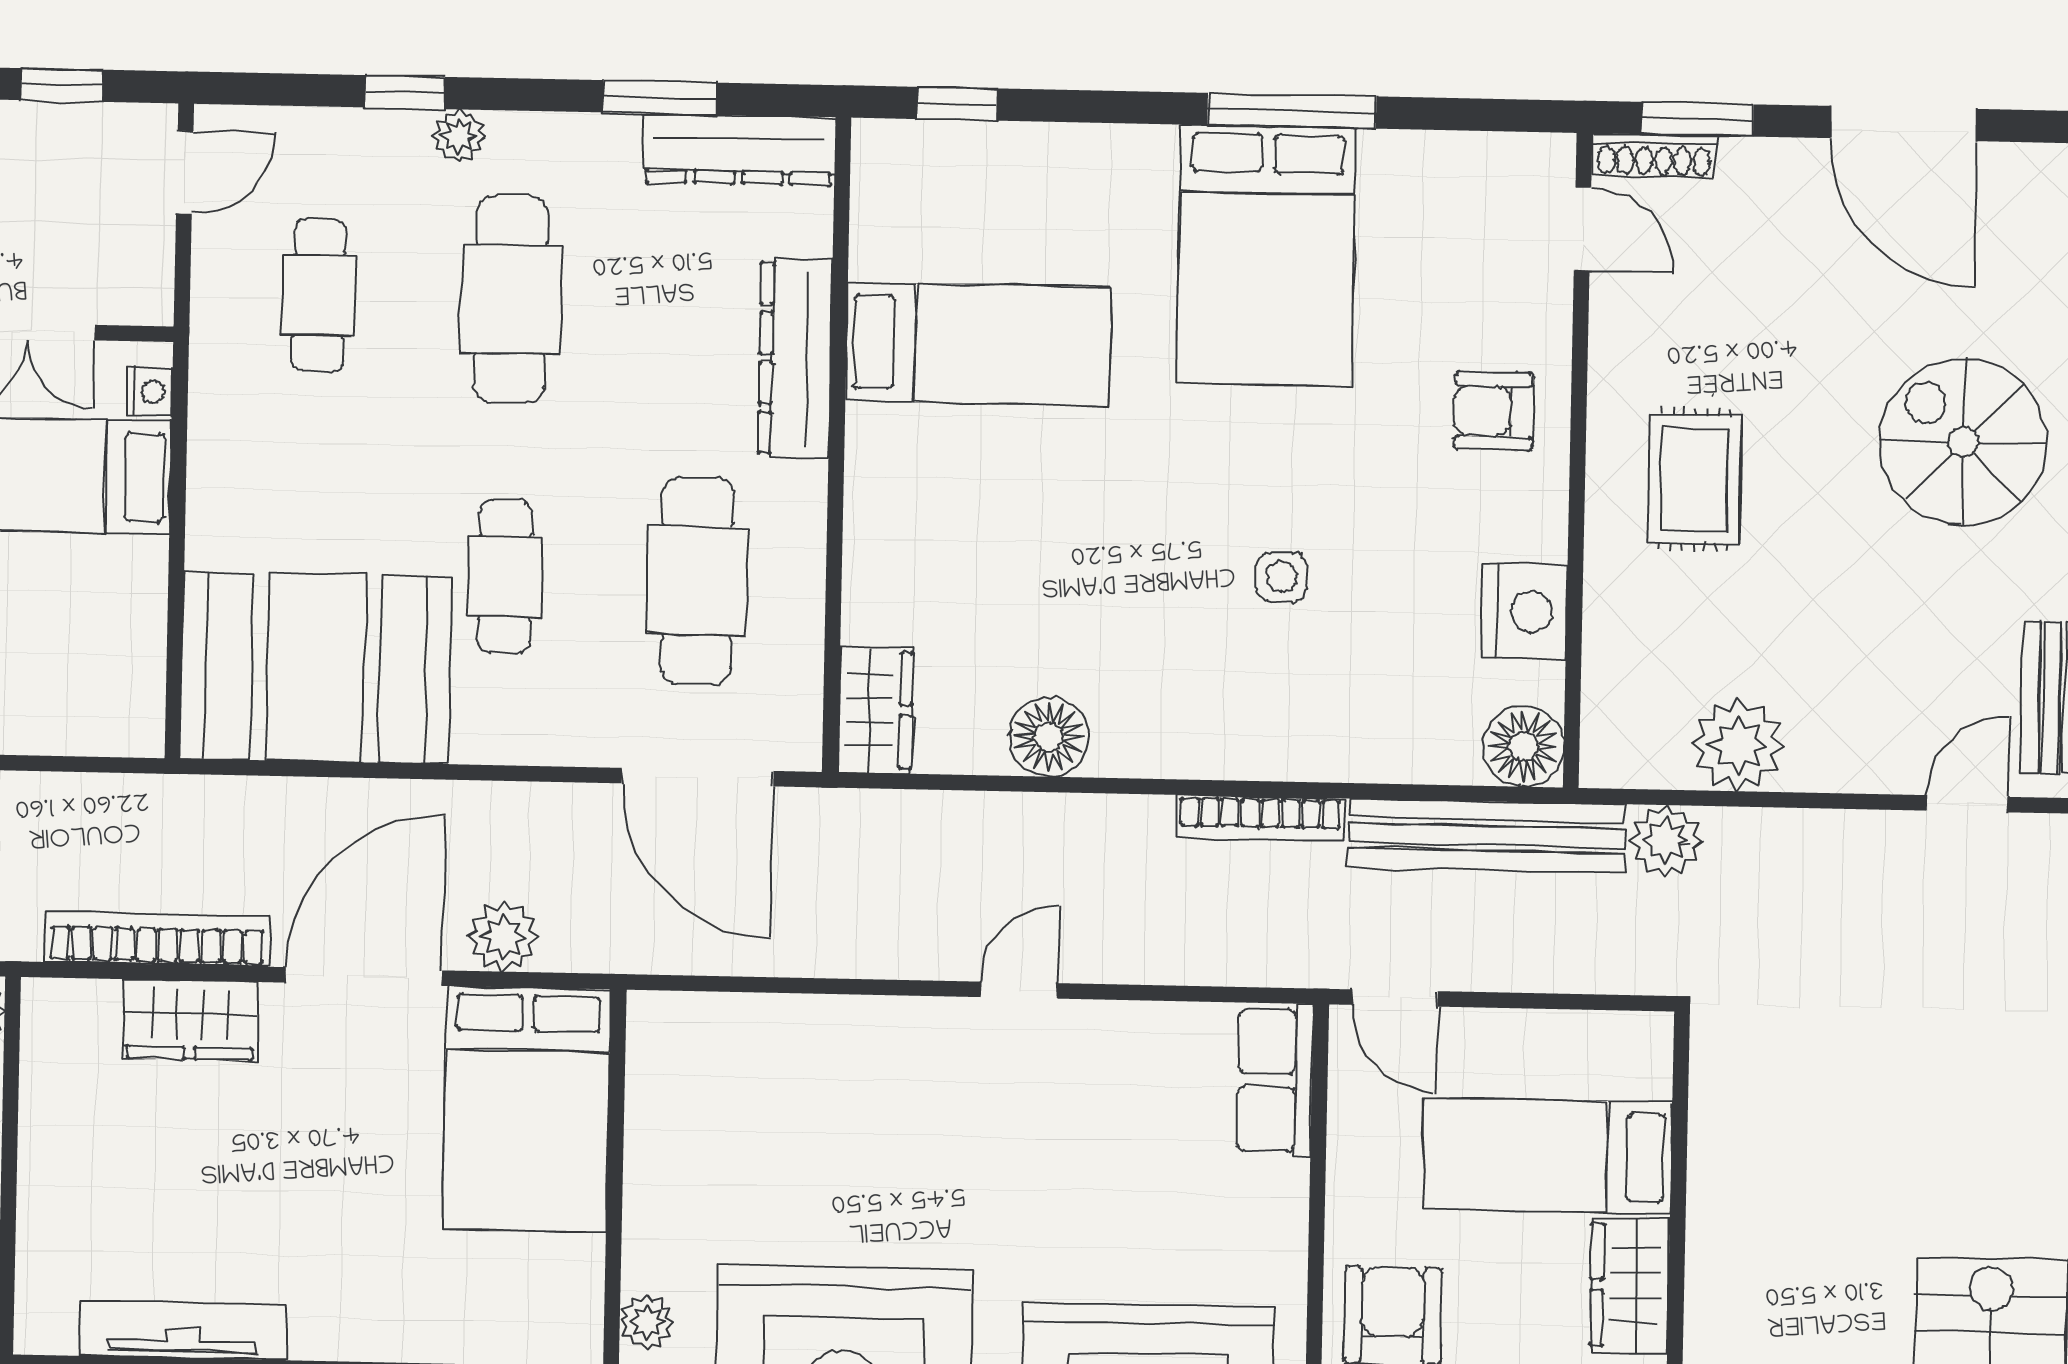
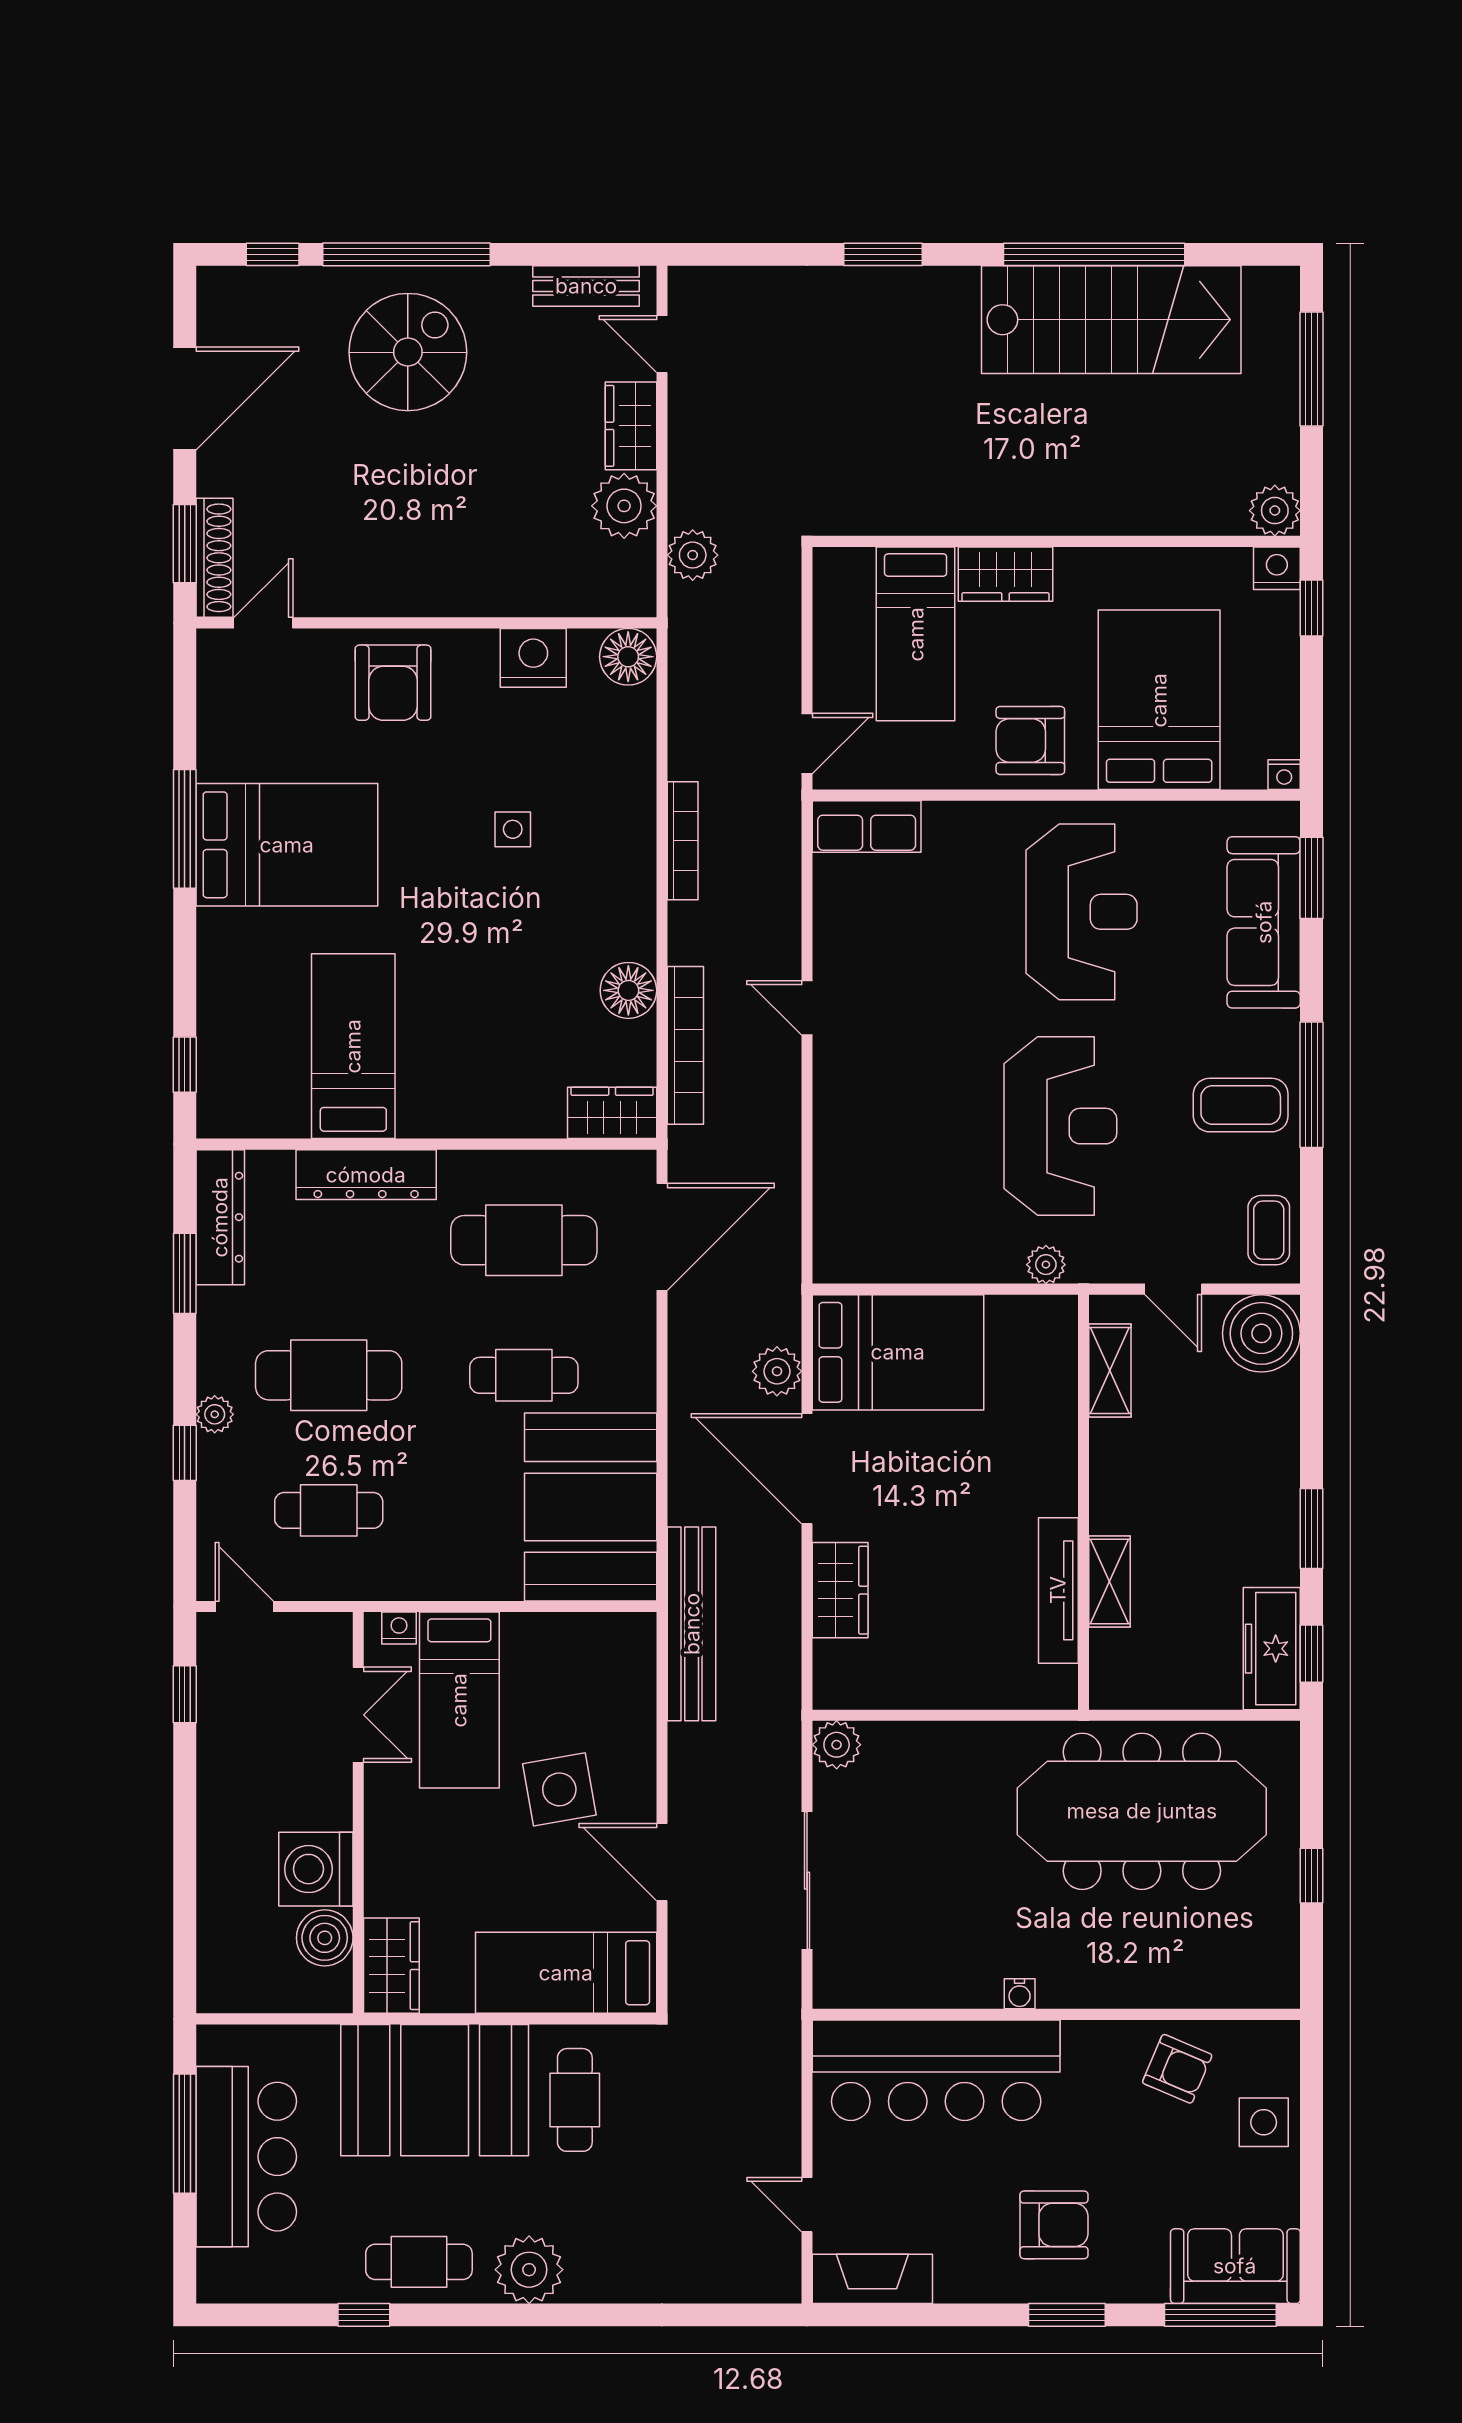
shoe rack: (1654, 156) -> (214, 558), width x1.36, depth x1.24
armchair: (1494, 411) -> (393, 683), width x1.38, depth x1.38
spiral stairs: (1963, 442) -> (408, 352), turned 180
rug: (1694, 480) -> (438, 540), removed
wardrobe: (1852, 757) -> (631, 426), added
bench: (1487, 836) -> (692, 1624), moved
bookcase: (157, 939) -> (685, 1045), moved, turned 180

